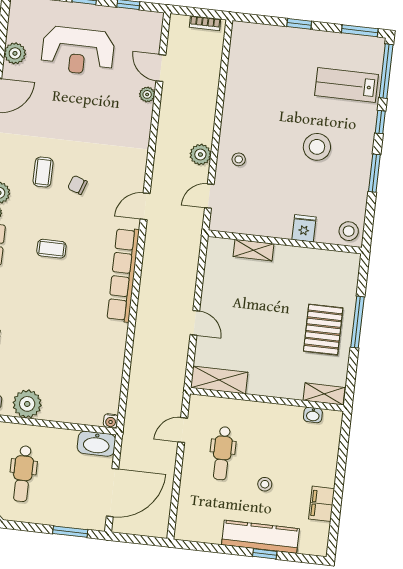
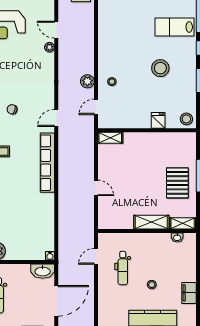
shelving: (253, 250) -> (110, 138), moved
shelving: (219, 380) -> (151, 222), moved

